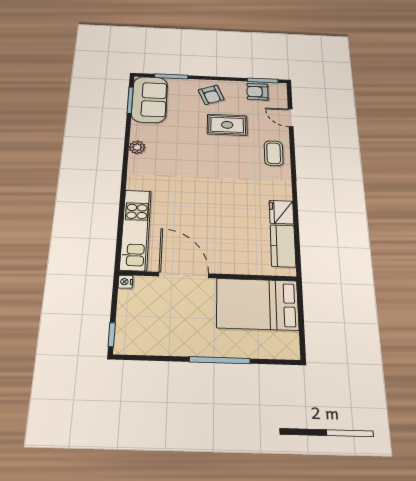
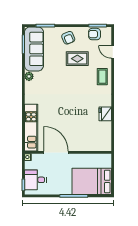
sofa: (150, 99) -> (34, 49), width x1.36
kitchen counter: (283, 246) -> (105, 134), removed
bed: (257, 304) -> (92, 181), moved
desk: (138, 325) -> (35, 180), added

